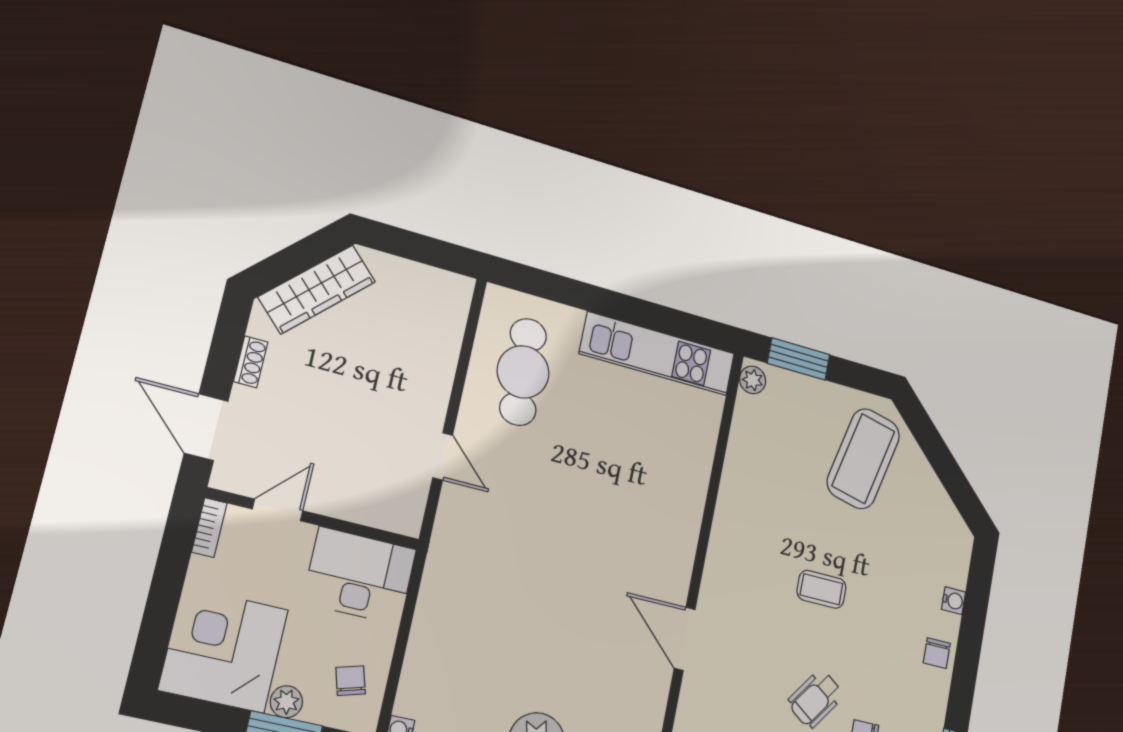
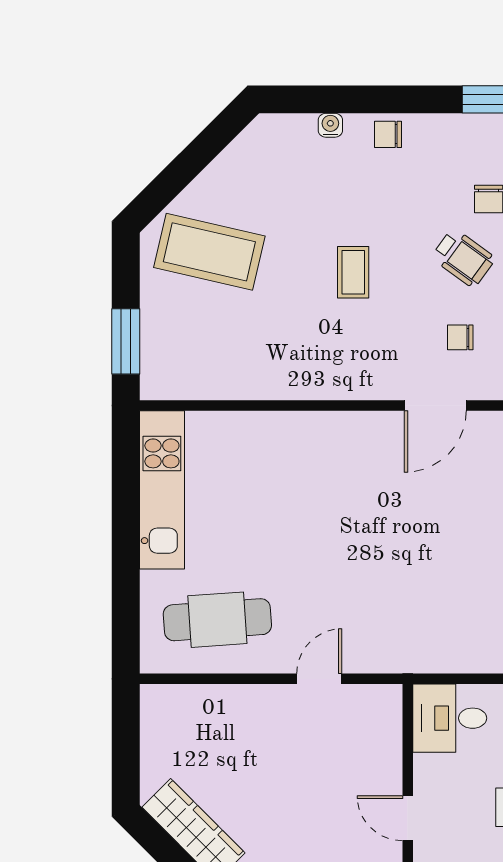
plant: (753, 380) -> (161, 386), removed
desk: (359, 576) -> (450, 718), width x0.73
chair: (937, 653) -> (388, 134), turned 180
chair: (744, 679) -> (460, 337), added

